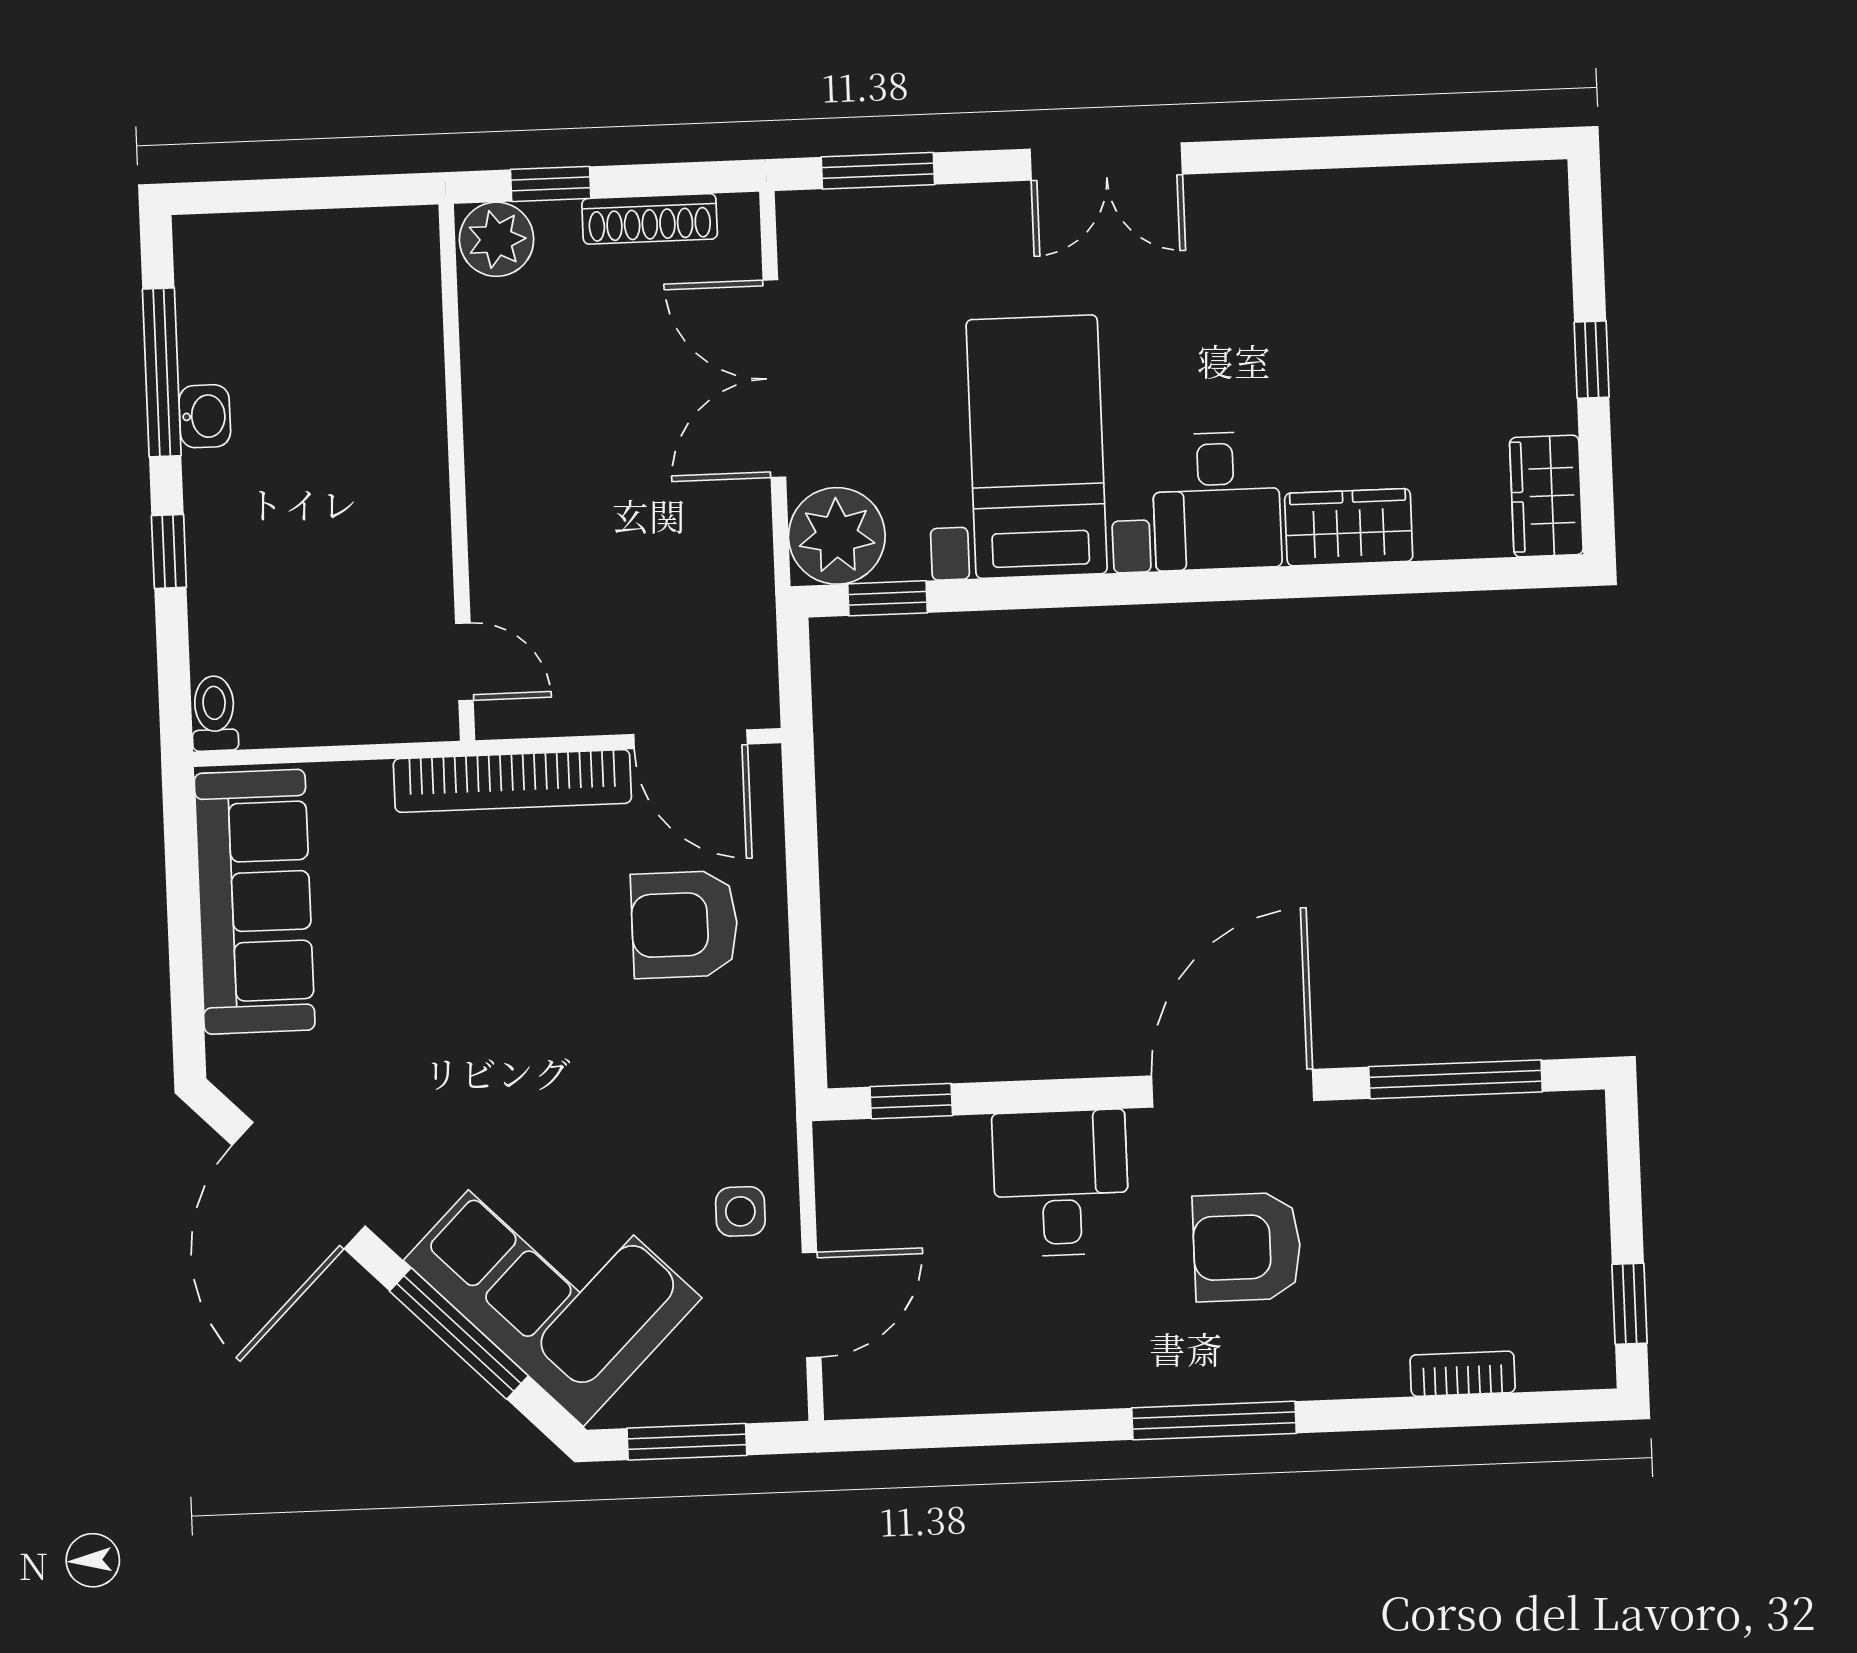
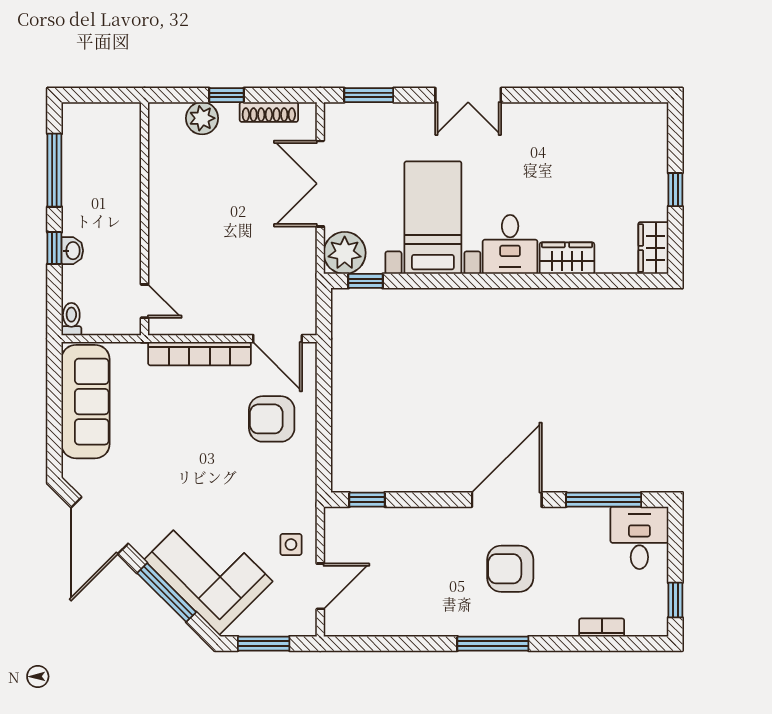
washbasin: (205, 416) -> (72, 251), moved
wall: (457, 472) -> (145, 219), moved
door: (464, 662) -> (145, 301), moved
desk: (1061, 1183) -> (639, 538), moved

